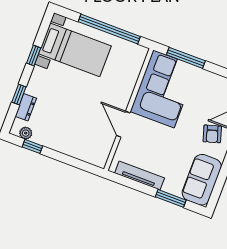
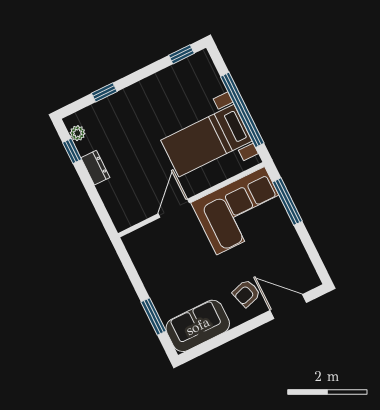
bed with nightstands: (75, 50) -> (206, 141), moved, turned 90
window: (34, 55) -> (181, 54), moved
dresser: (26, 107) -> (95, 168), moved, turned -90
tv unit: (140, 175) -> (145, 269), removed

